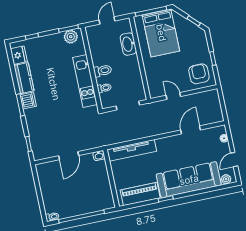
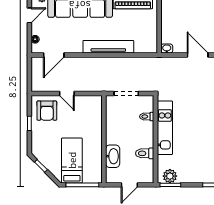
bed: (161, 33) -> (72, 160), width x0.67
toilet: (103, 71) -> (145, 153), moved
door: (173, 96) -> (67, 93), moved
door: (191, 130) -> (54, 55), moved
tv unit: (132, 150) -> (108, 47), moved
door: (69, 156) -> (198, 55), hinge flipped

